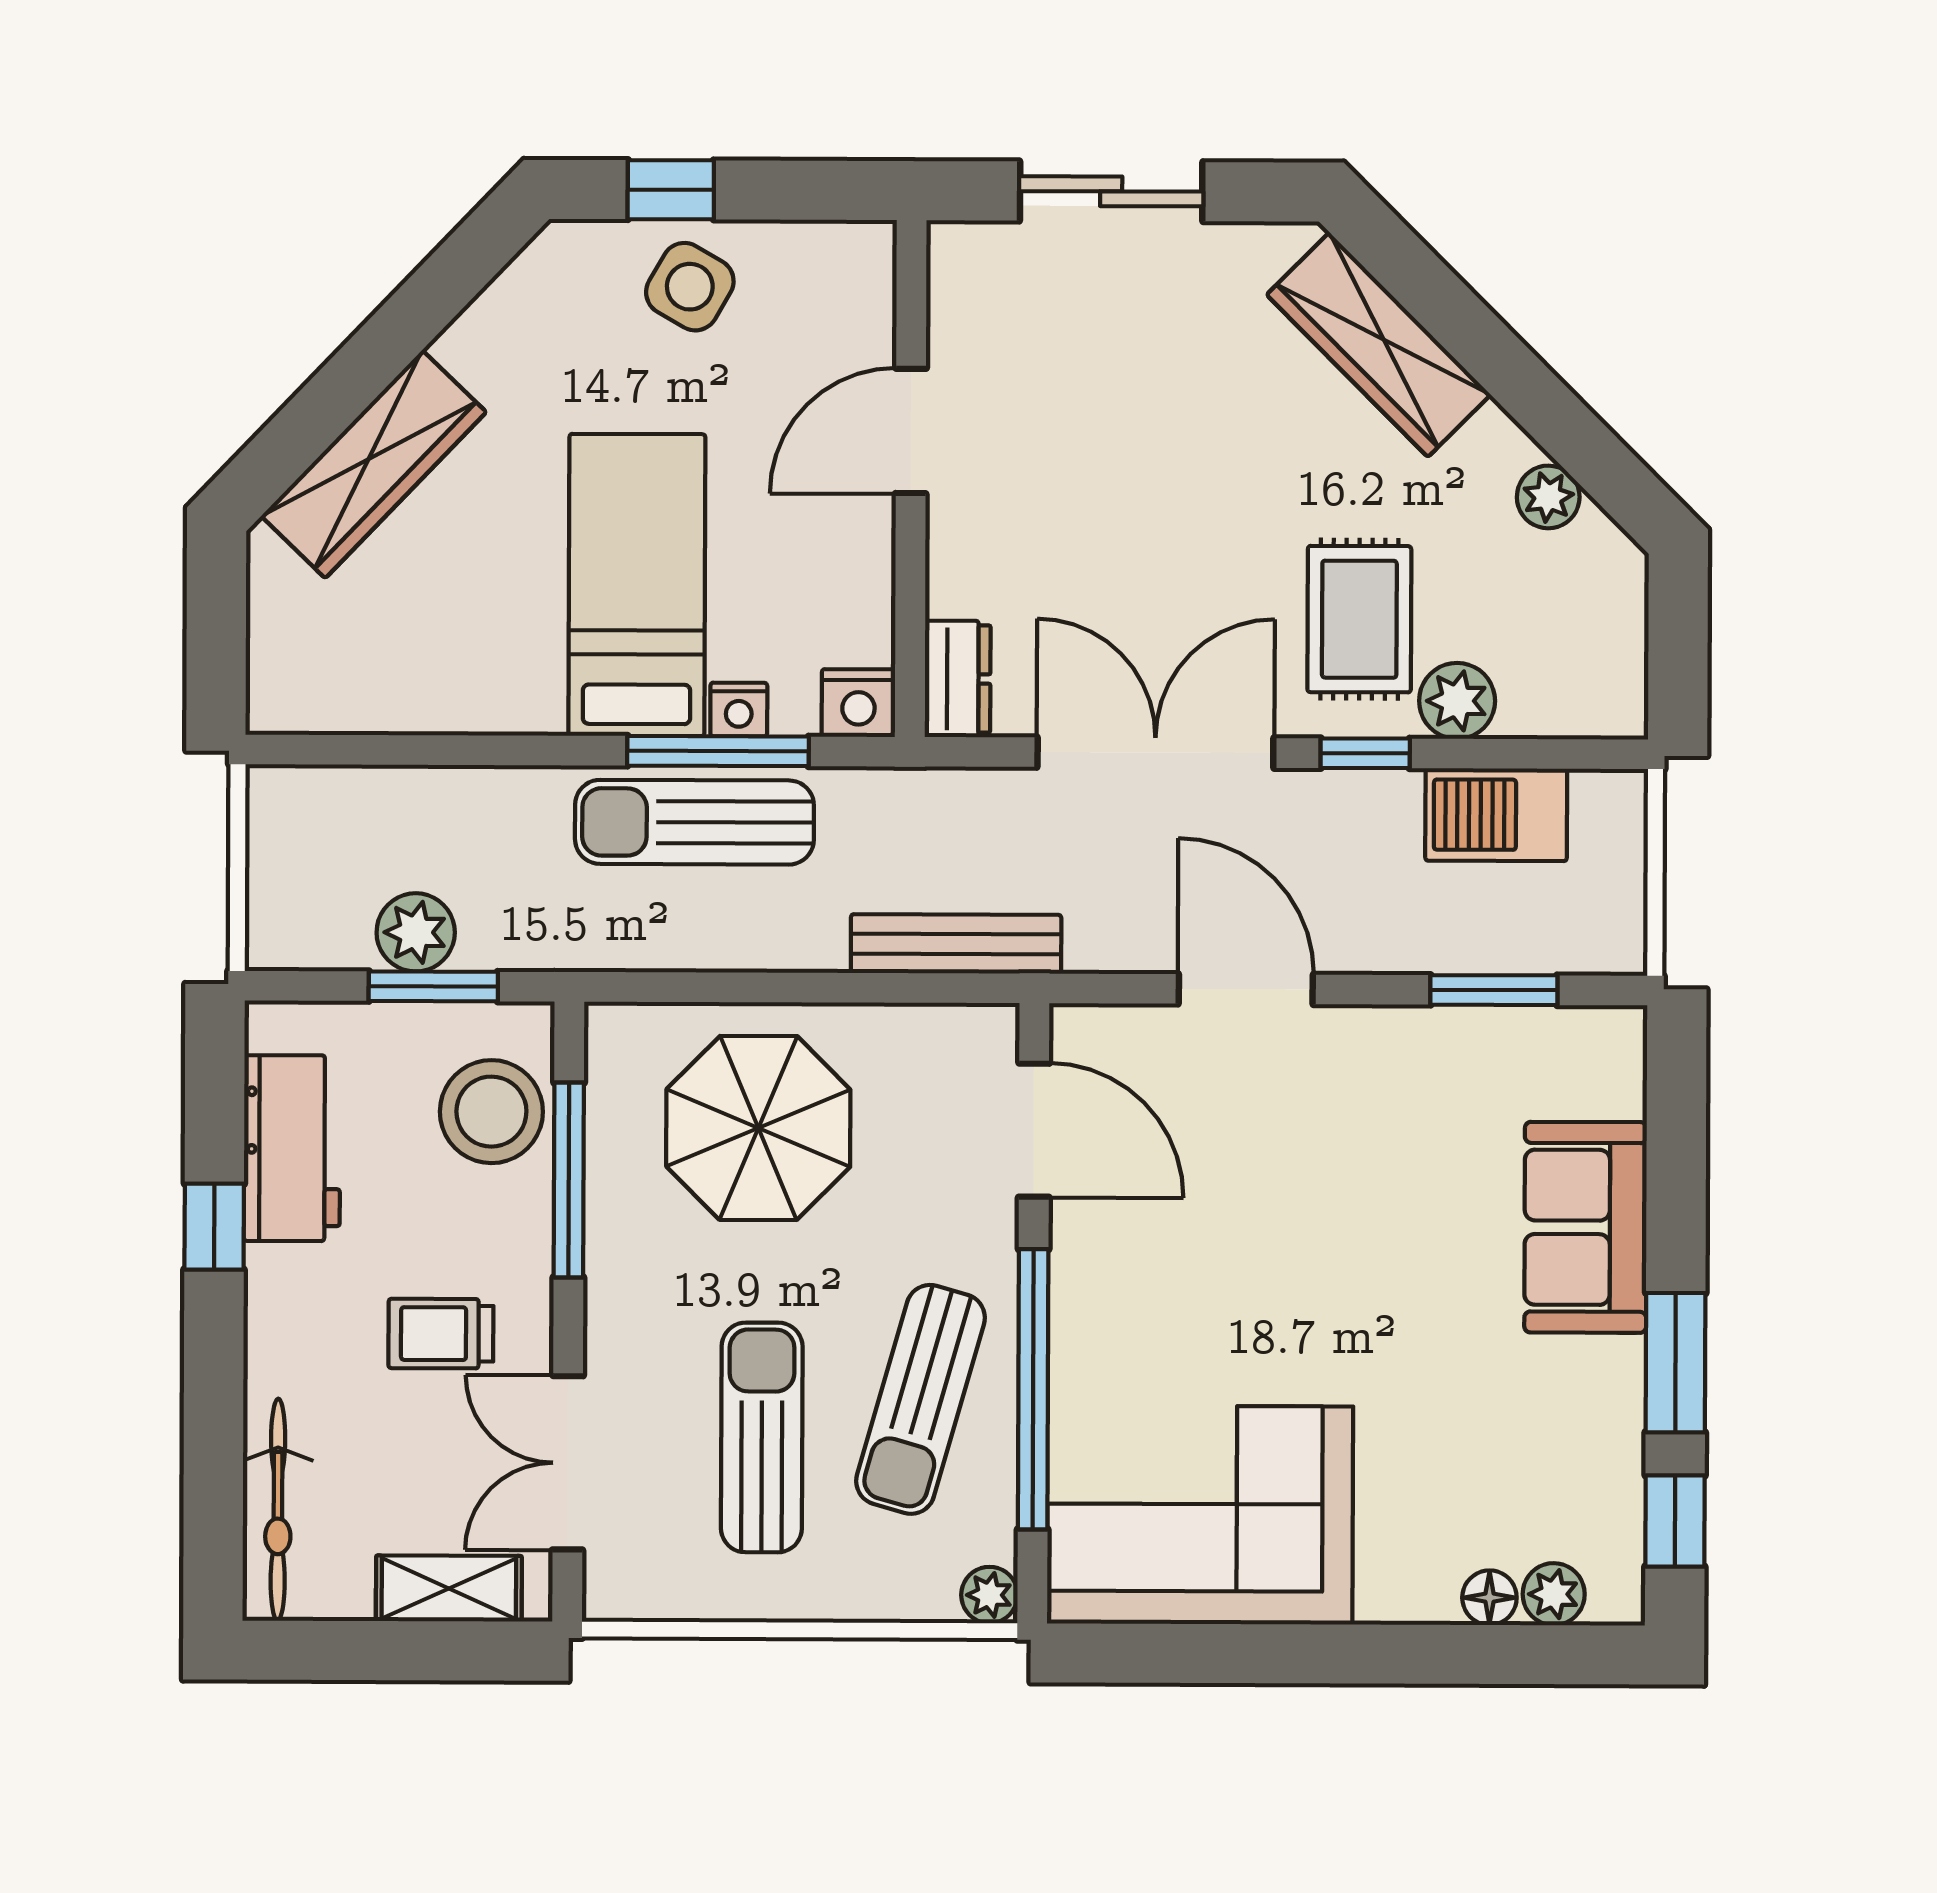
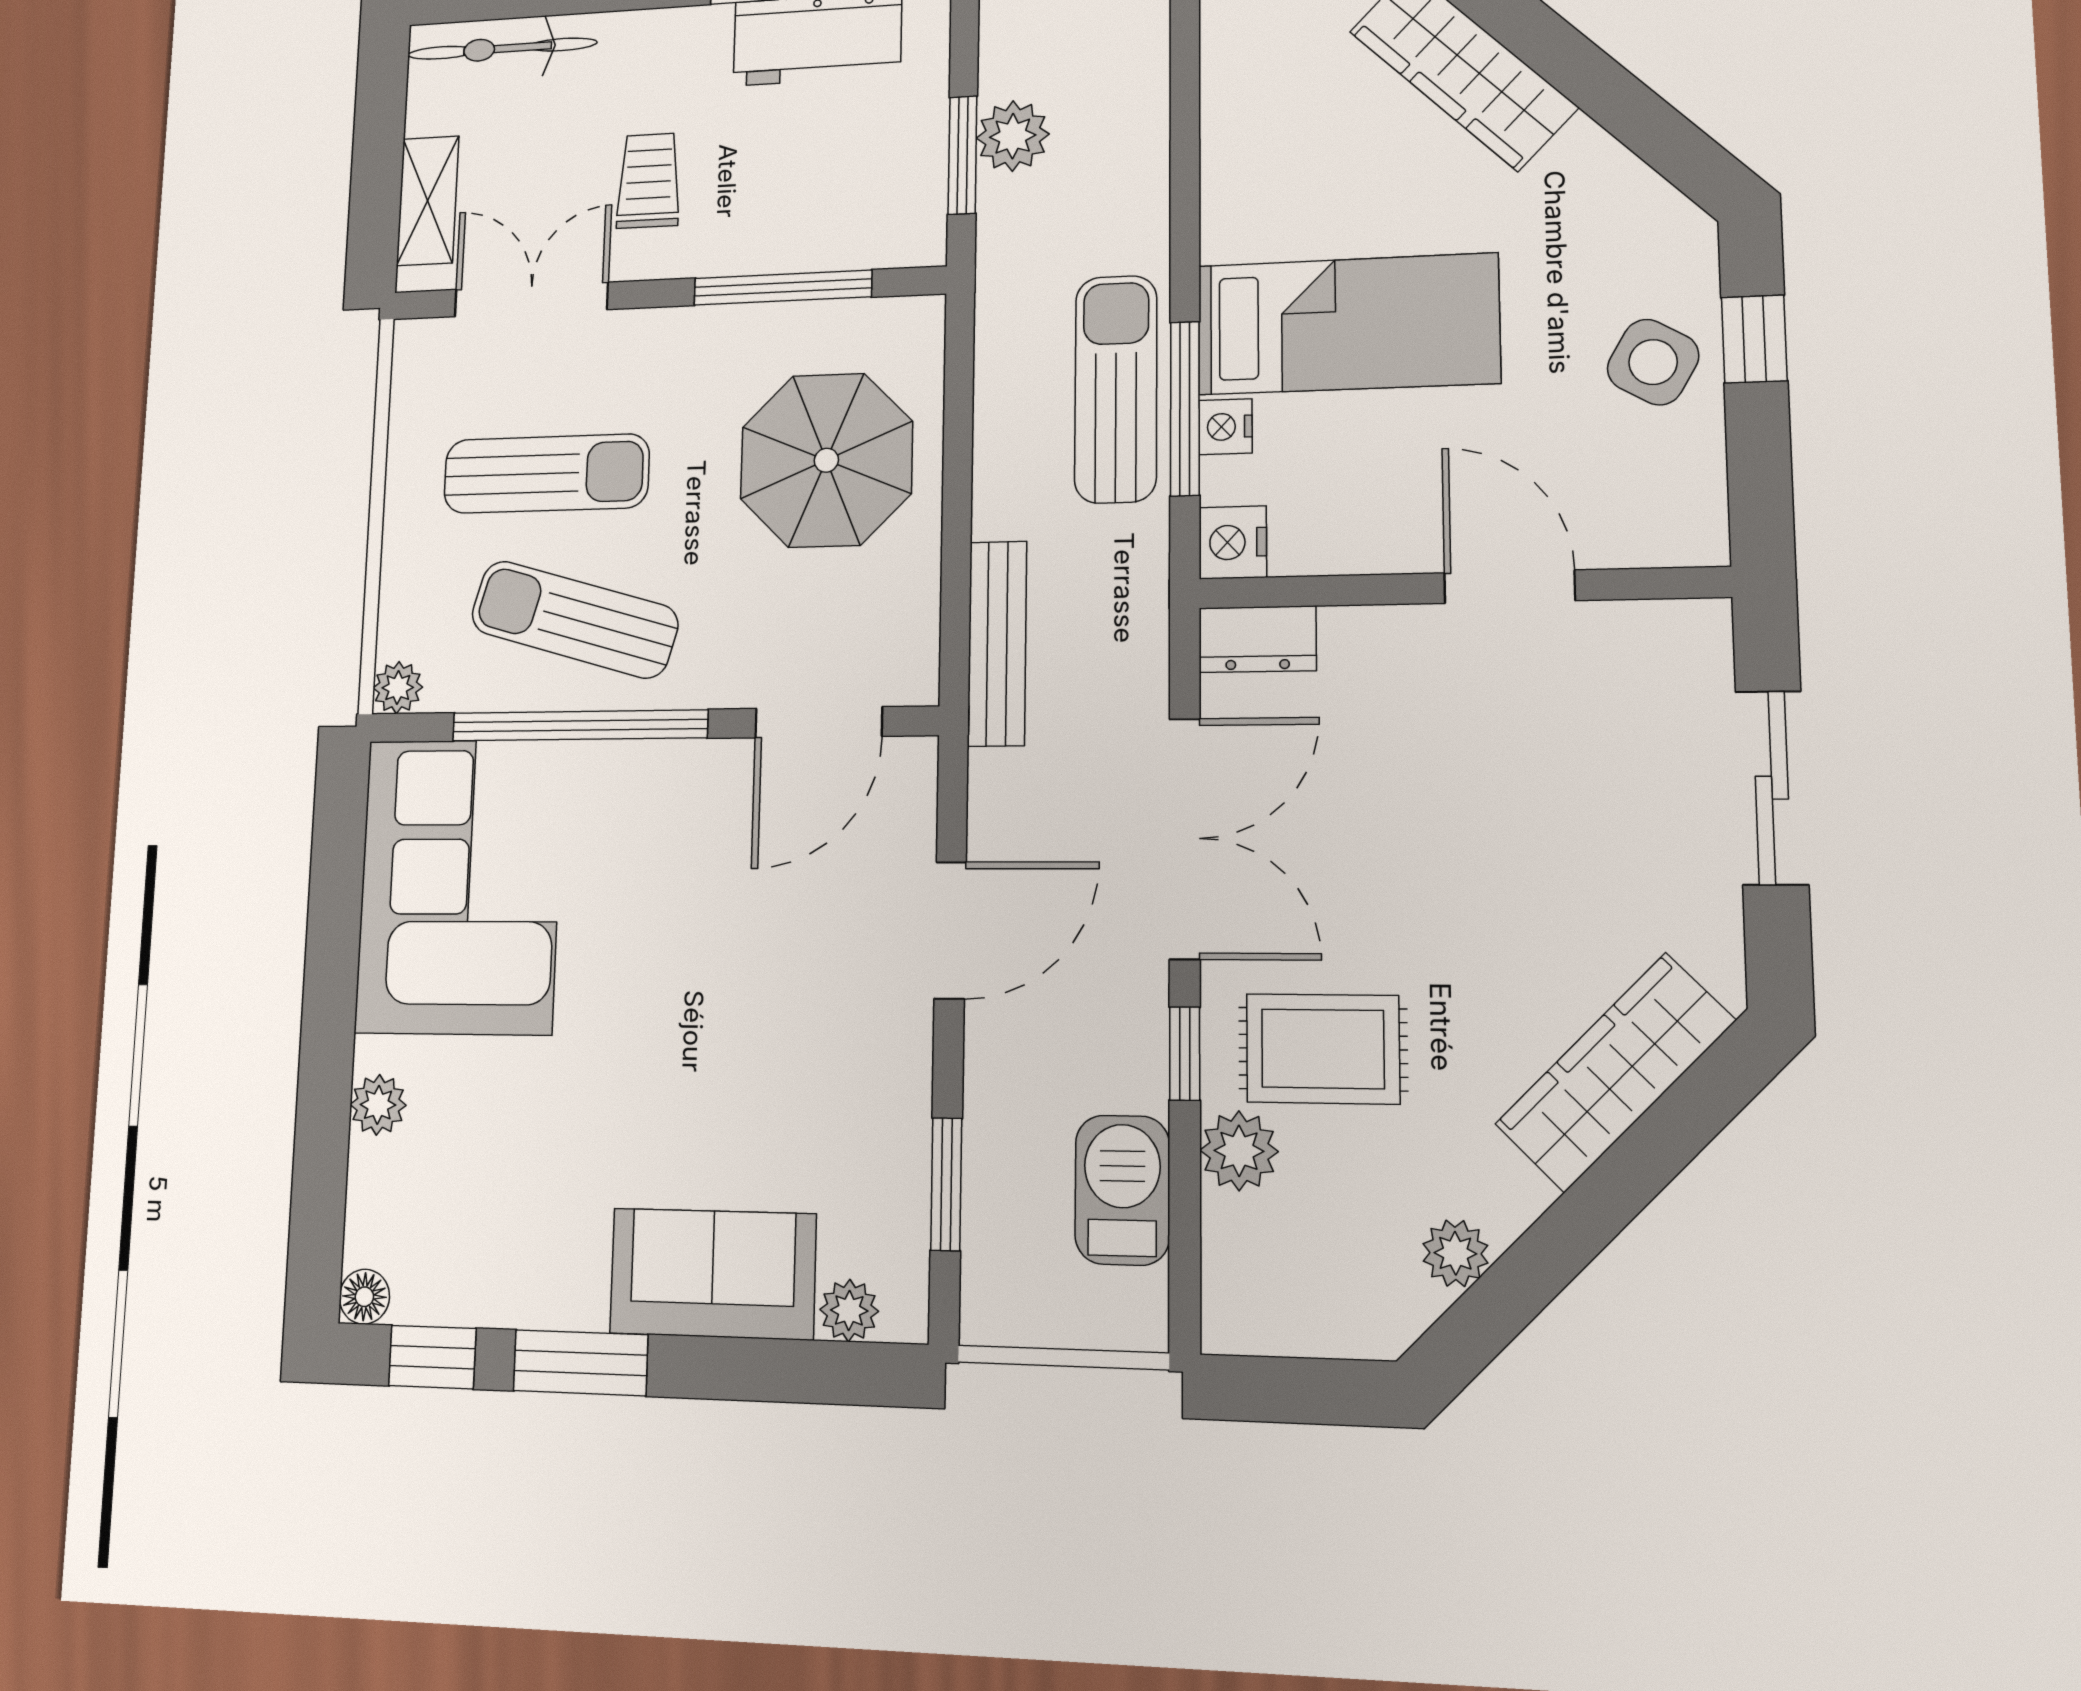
plant: (1617, 1086) -> (849, 1310), added
stool: (491, 1112) -> (846, 214), removed
plant: (1554, 1594) -> (378, 1105), moved
floor lamp: (1489, 1598) -> (364, 1297), moved

